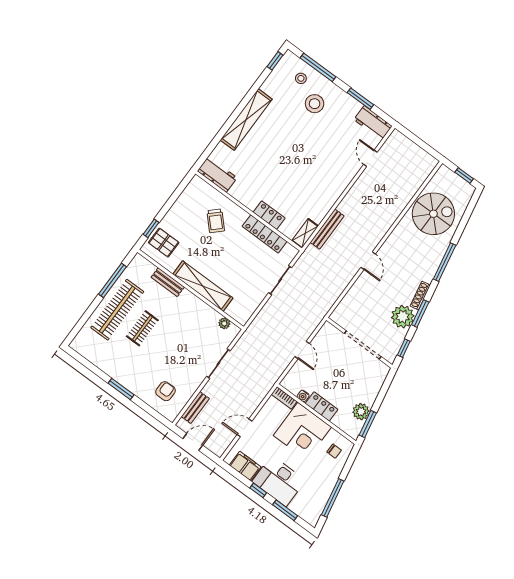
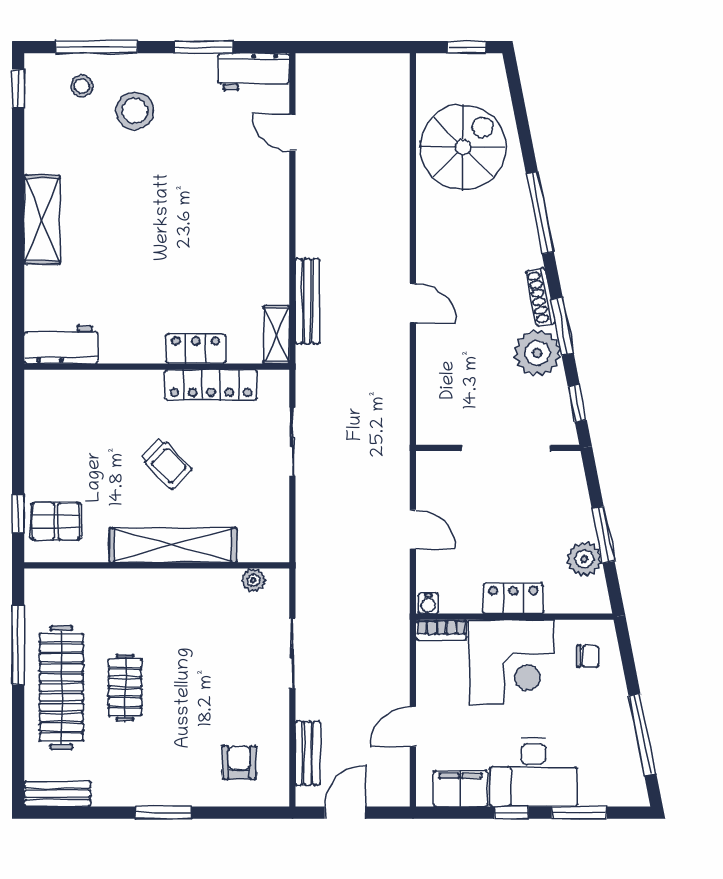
shelving: (246, 120) -> (42, 220), width x0.68
trolley: (216, 221) -> (166, 463), moved
bench: (168, 282) -> (57, 794), moved
water cooler: (303, 396) -> (428, 604), moved
window: (368, 424) -> (603, 535), moved

